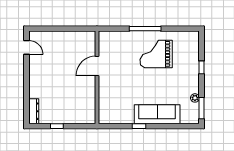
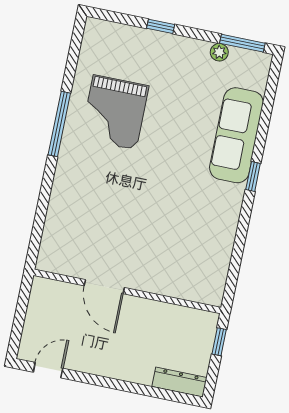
door: (97, 66) -> (104, 287), moved
wall: (97, 77) -> (127, 291), moved

